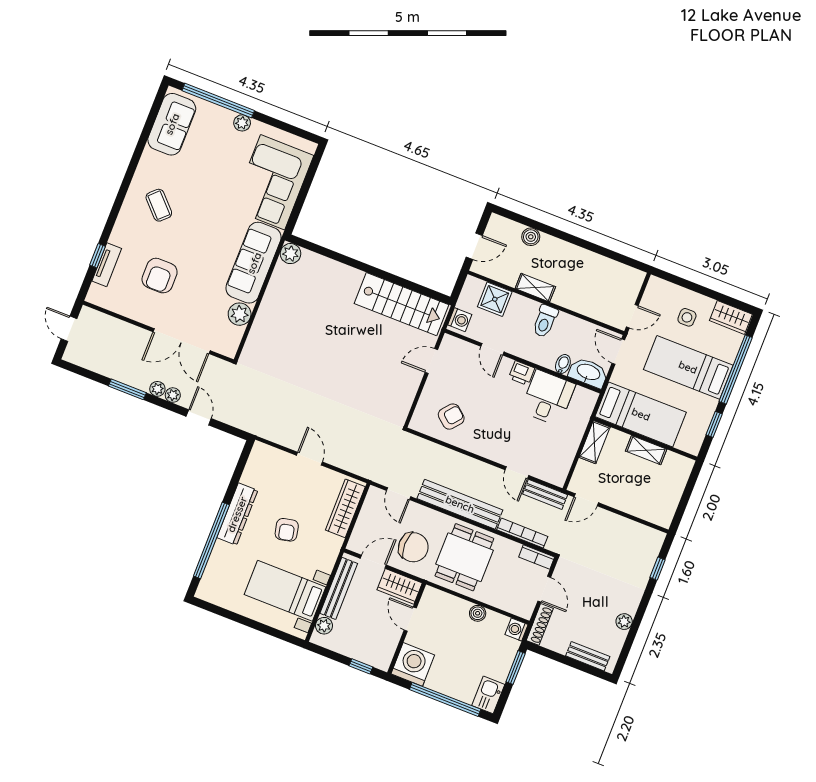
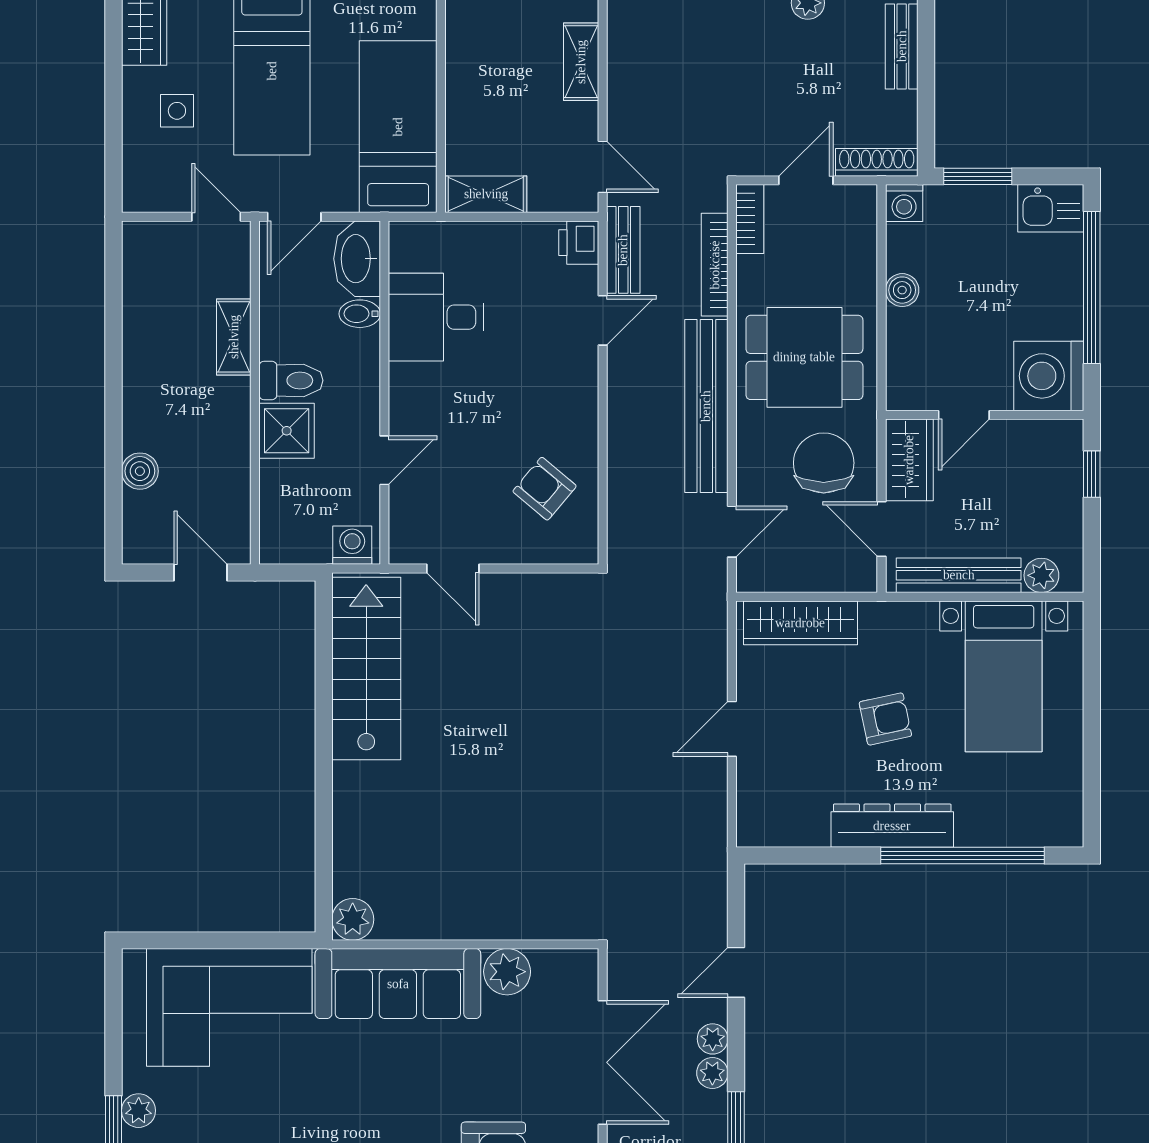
shelving: (535, 288) -> (234, 337), moved
shower: (495, 299) -> (287, 431), moved
printer: (522, 373) -> (579, 243), moved, turned 180
shelving: (646, 450) -> (581, 62), moved

